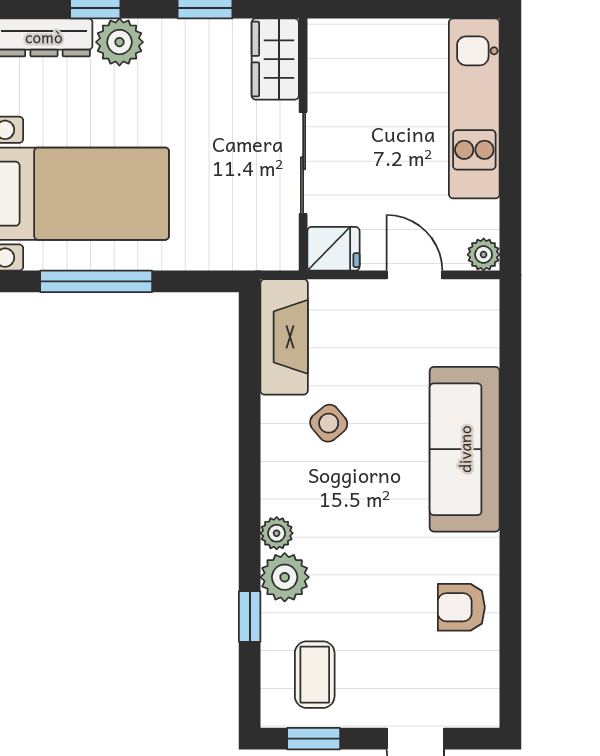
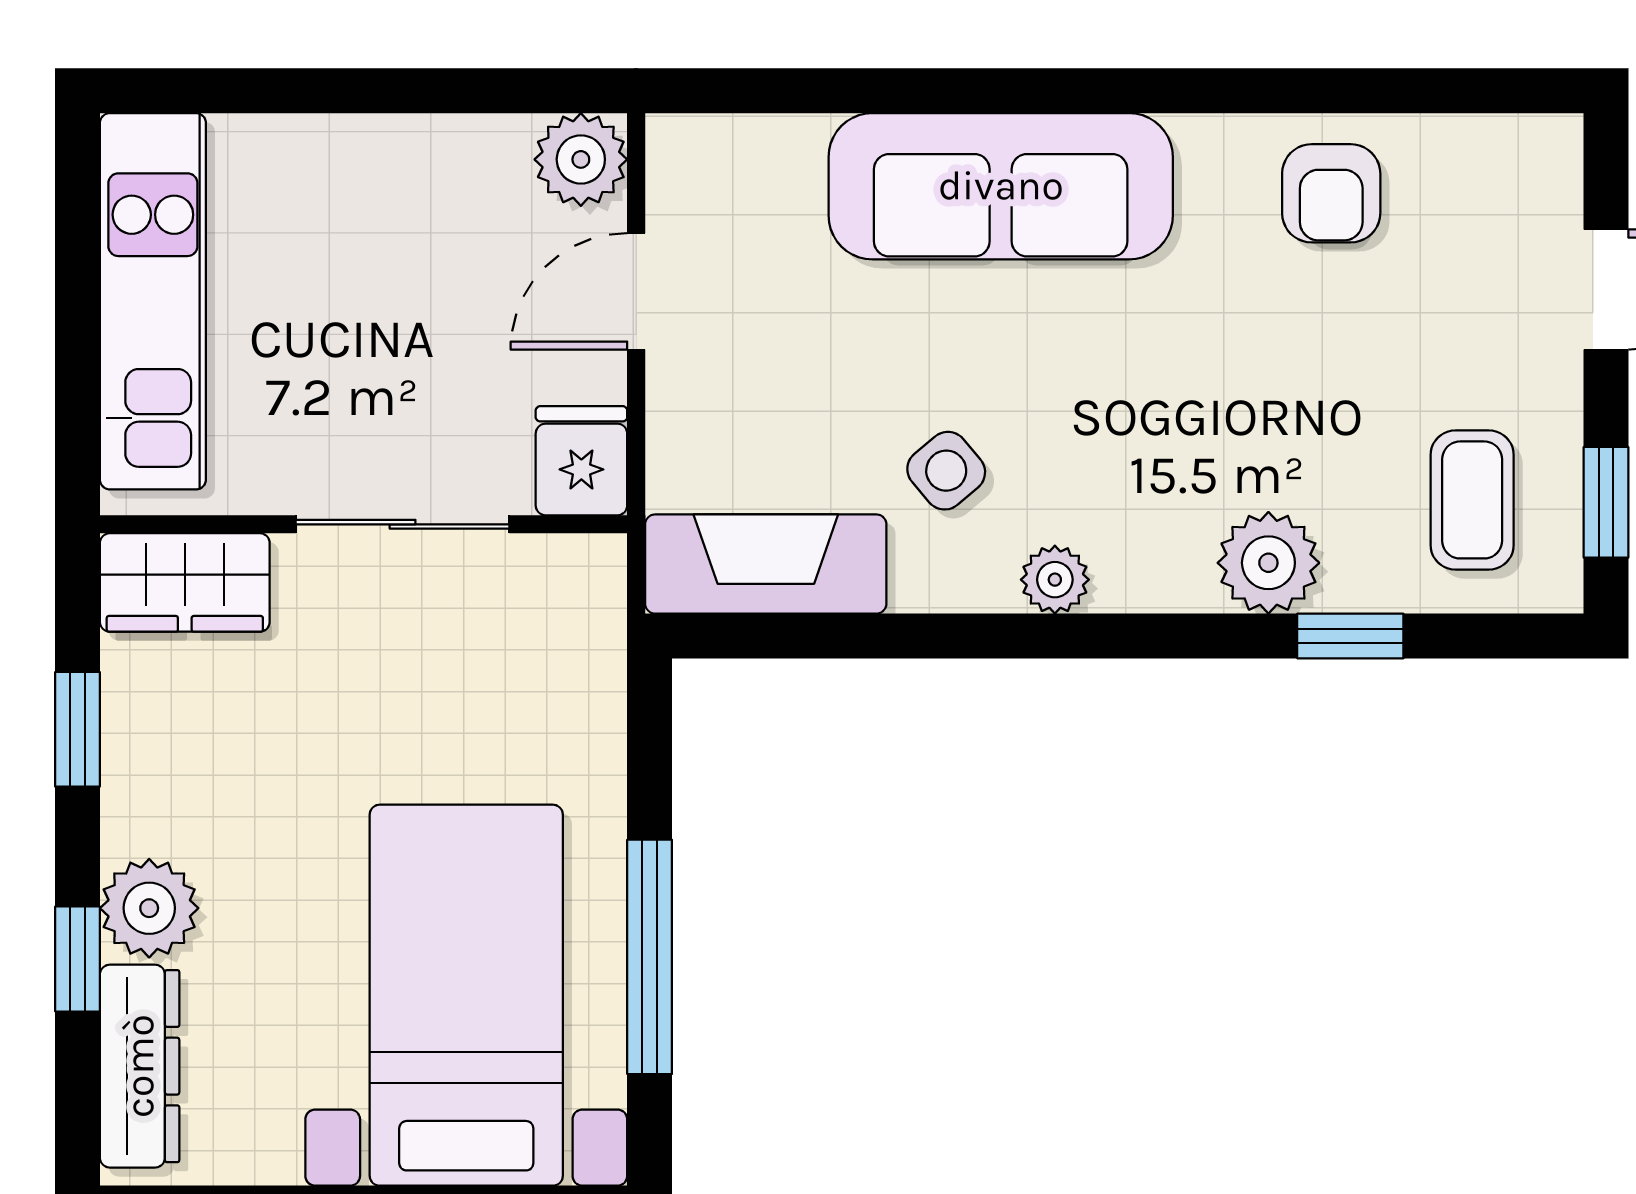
kitchen unit: (474, 108) -> (153, 301), moved, turned -90
plant: (484, 255) -> (581, 159), width x1.38, depth x1.38
plant: (277, 533) -> (1055, 580), moved
coffee table: (315, 675) -> (1472, 500), turned 90

